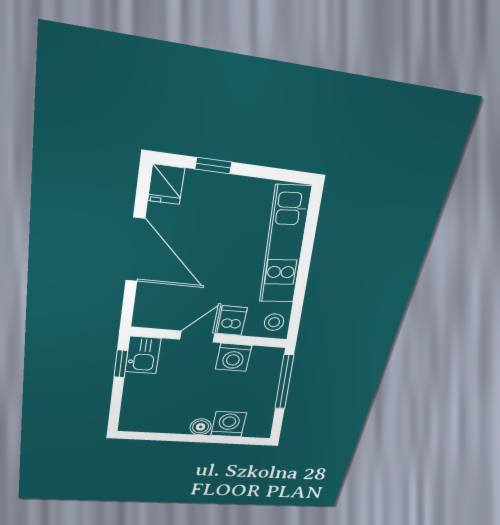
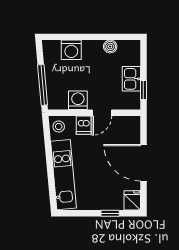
kitchen sink: (143, 355) -> (131, 79), moved
boiler: (201, 427) -> (110, 47), moved

